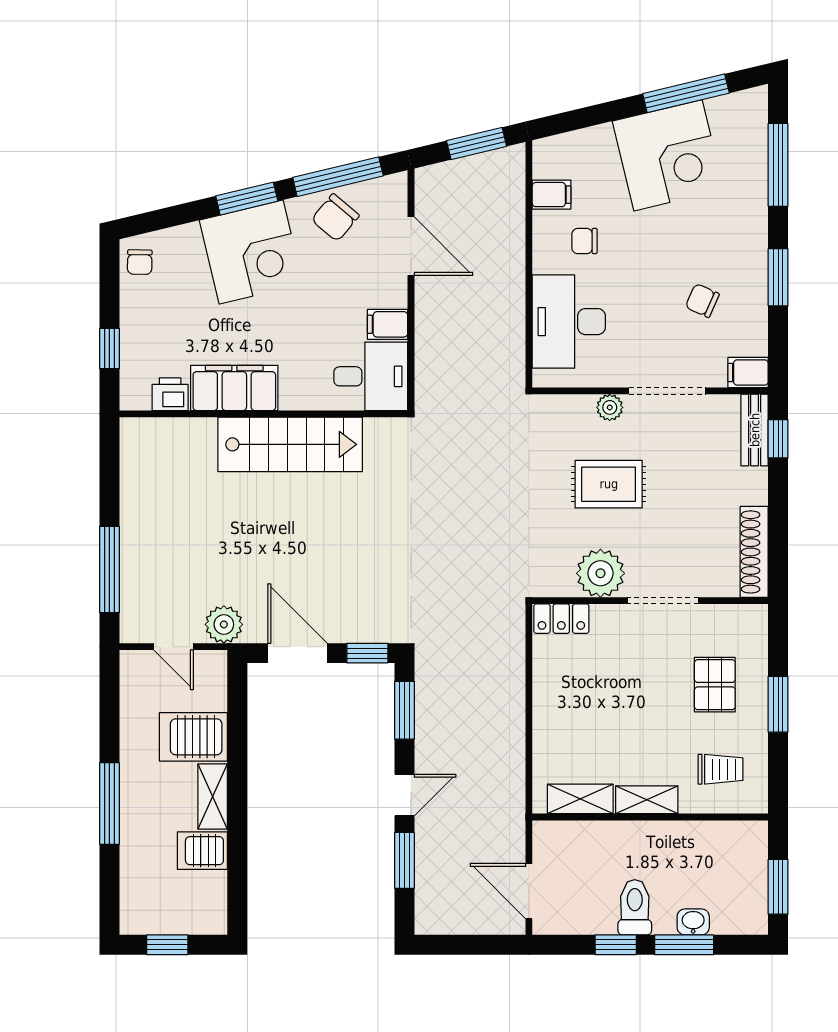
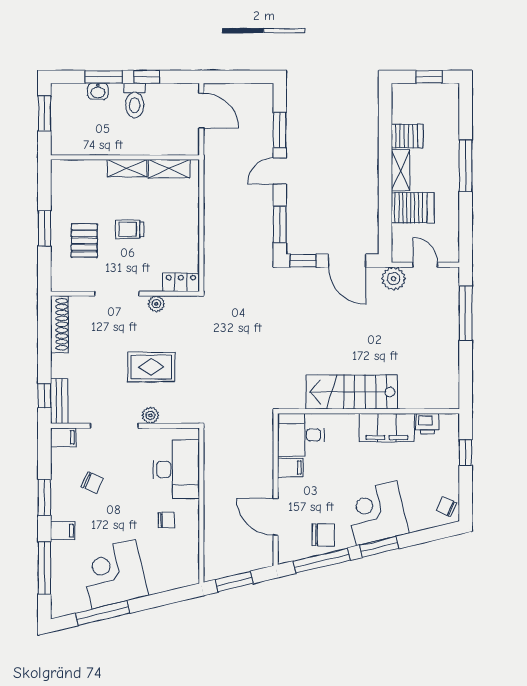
filing cabinet: (552, 195) -> (63, 531), moved, turned 180
chair: (335, 218) -> (323, 535), turned 50
chair: (140, 262) -> (447, 507), turned -67
plant: (600, 573) -> (156, 304), width x0.53, depth x0.53
trolley: (721, 769) -> (130, 229), moved

